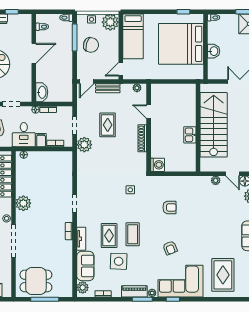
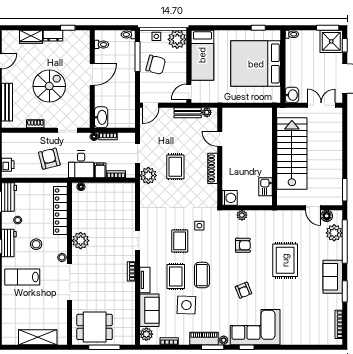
washbasin: (214, 51) -> (292, 95), moved
bench: (108, 88) -> (188, 113), moved
rug: (108, 125) -> (175, 167), moved
kitchen sink: (190, 135) -> (266, 187), moved
plant: (216, 180) -> (242, 215), moved
rug: (113, 204) -> (180, 241), added
rug: (223, 275) -> (285, 260), moved

